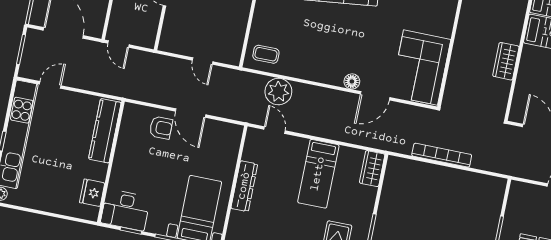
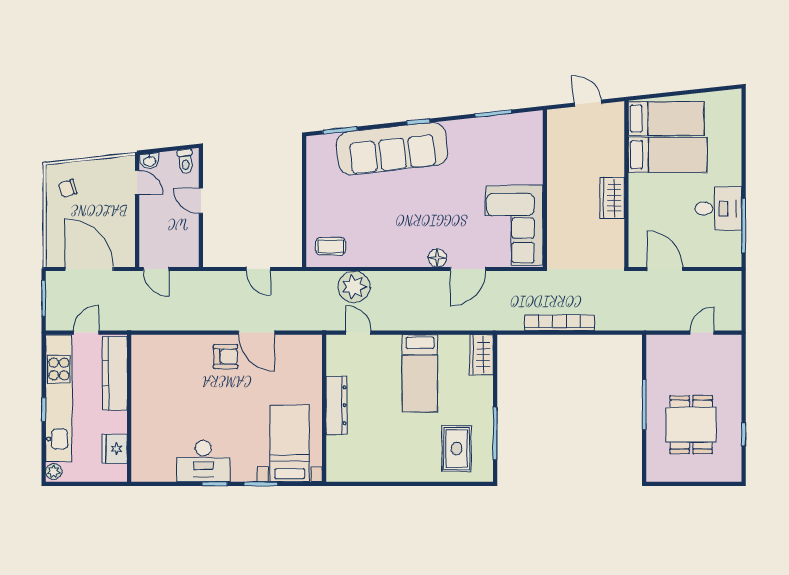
kitchen counter: (105, 131) -> (115, 373), moved
wall: (111, 162) -> (129, 408), moved
fridge: (92, 193) -> (115, 449), moved

